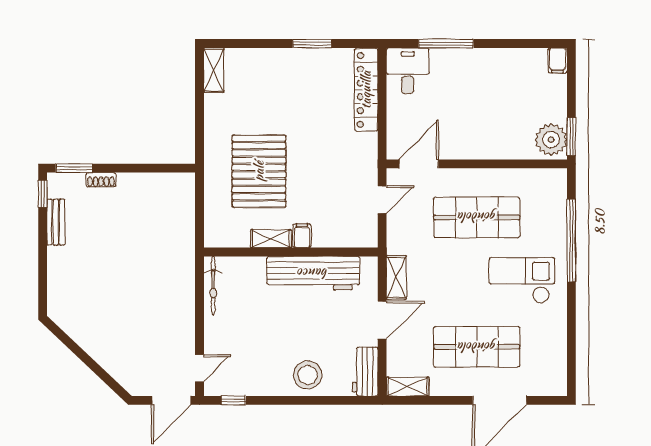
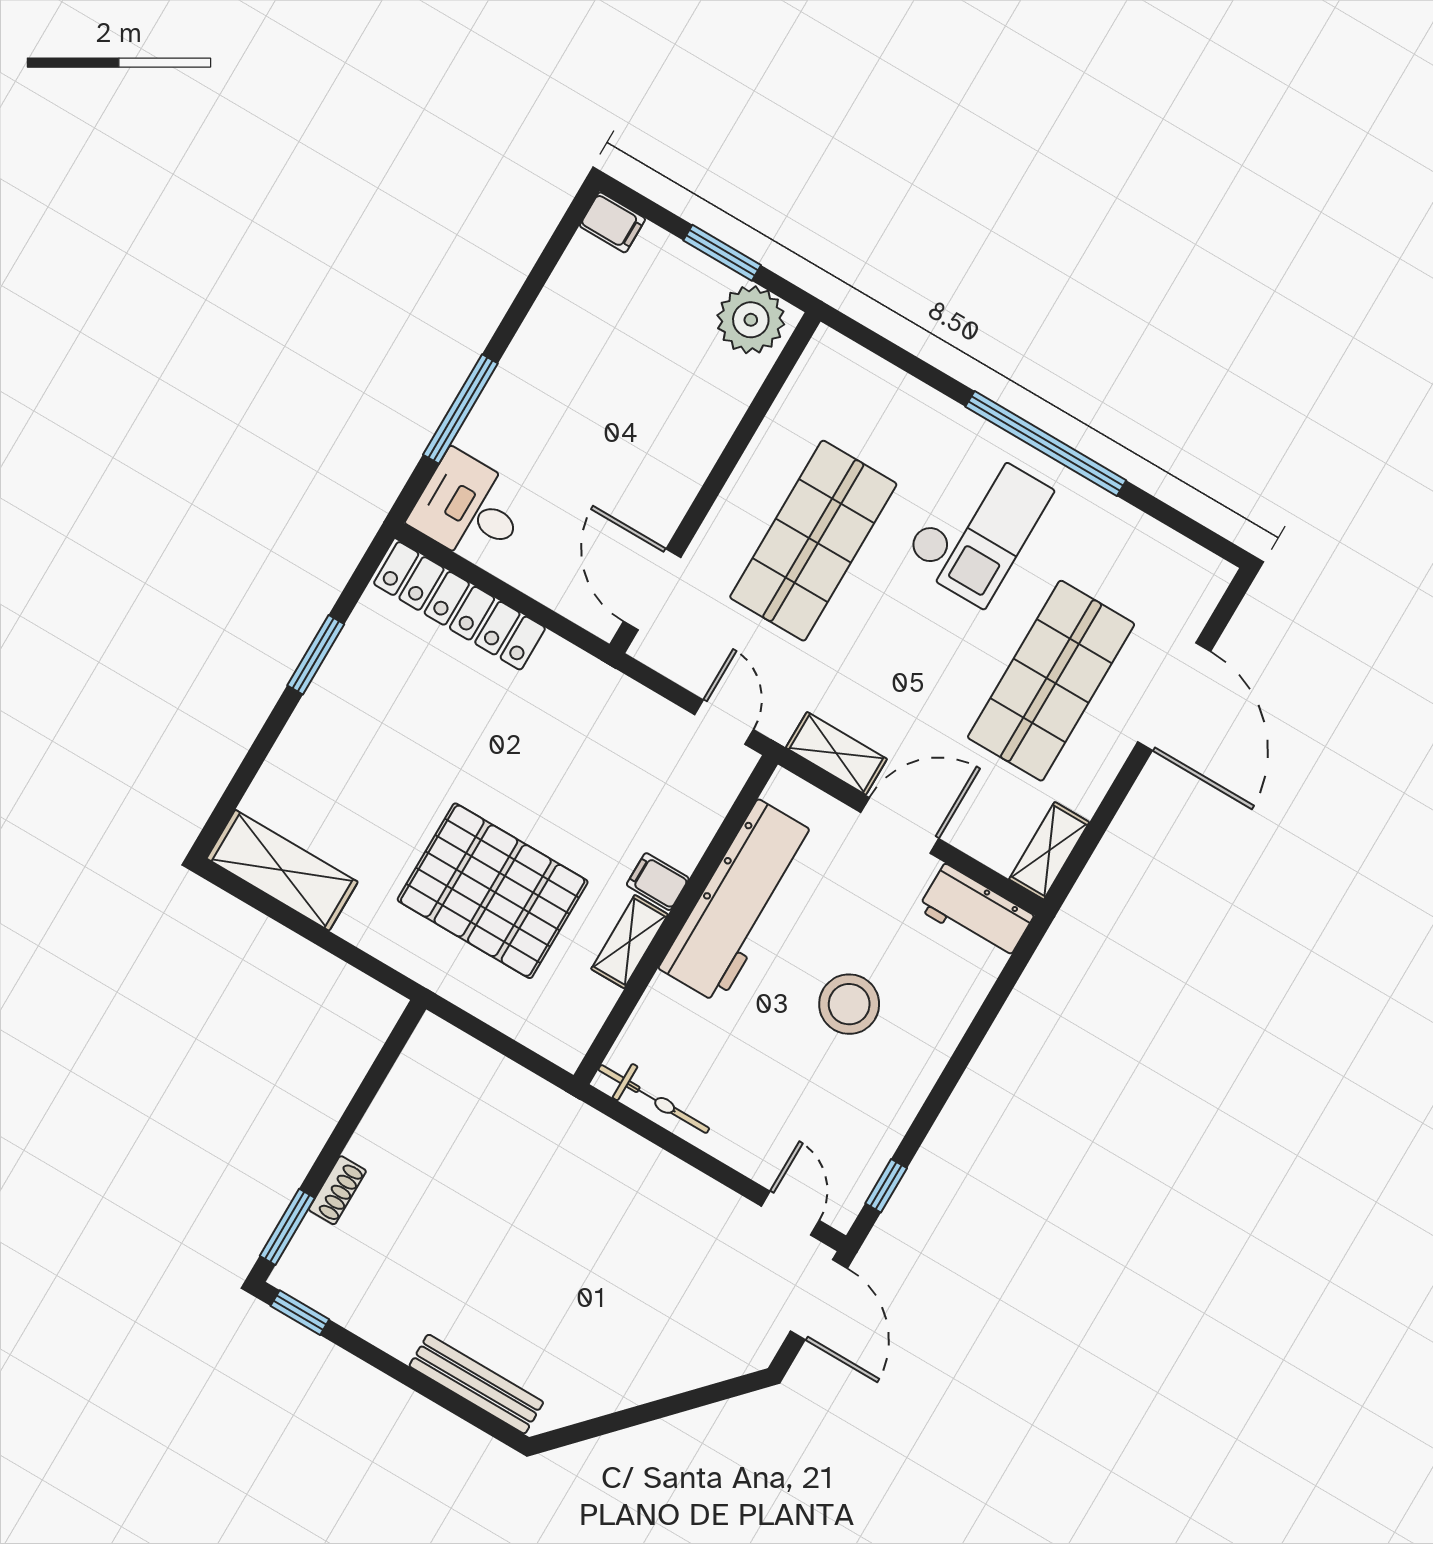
shelving: (214, 70) -> (282, 870), width x1.50, depth x1.33
window: (571, 136) -> (722, 253), moved
door: (382, 200) -> (724, 722), moved
bench: (56, 222) -> (476, 1384), moved, width x1.36
window: (571, 241) -> (1046, 443), moved
checkout: (522, 280) -> (978, 526), turned 180
door: (382, 320) -> (900, 826), hinge flipped
stool: (308, 375) -> (849, 1004), moved

